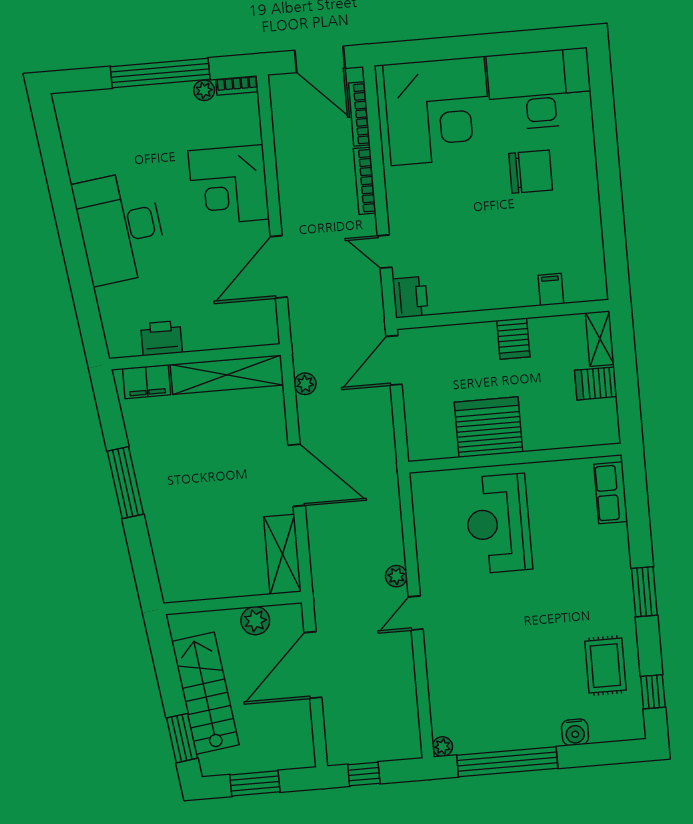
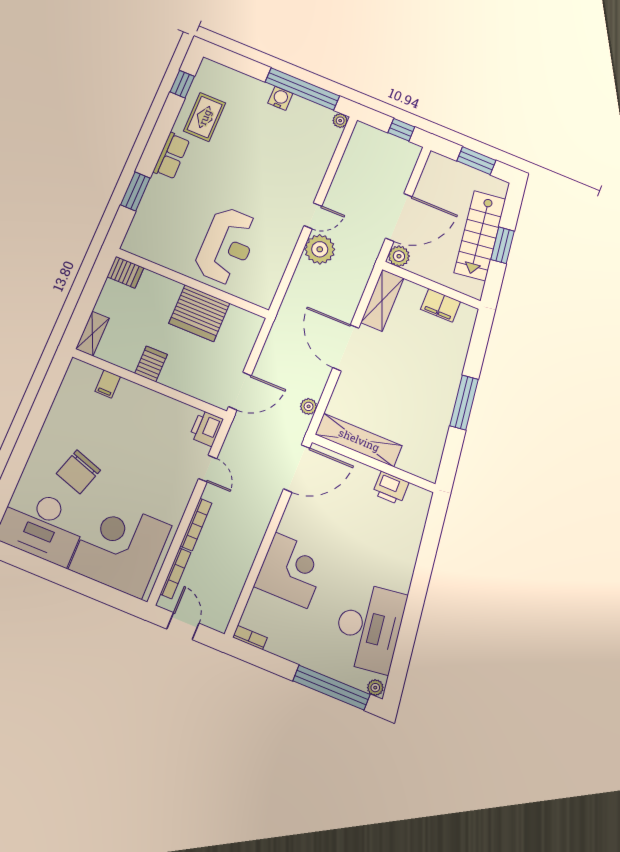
door: (320, 59) -> (183, 626), width x0.73
window: (160, 73) -> (331, 688), moved
plant: (204, 90) -> (375, 688), moved
chair: (531, 172) -> (78, 472), turned -72
desk: (120, 228) -> (369, 627), moved
door: (279, 267) -> (297, 469), moved
filing cabinet: (147, 382) -> (441, 305), moved, turned 180
server rack: (596, 383) -> (125, 272), moved
row of seats: (611, 493) -> (171, 156), moved
plant: (396, 576) -> (320, 249), width x1.88, depth x1.88
window: (644, 592) -> (135, 191), moved
plant: (255, 621) -> (399, 256), moved
water cooler: (575, 732) -> (280, 98), moved
window: (182, 738) -> (503, 245), moved

